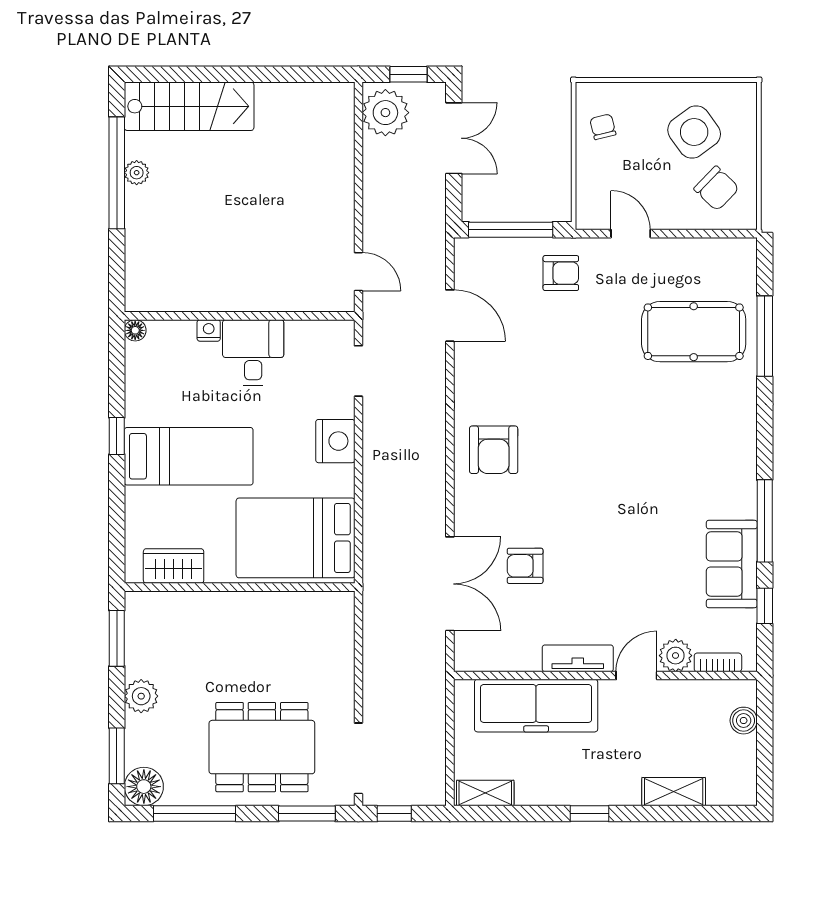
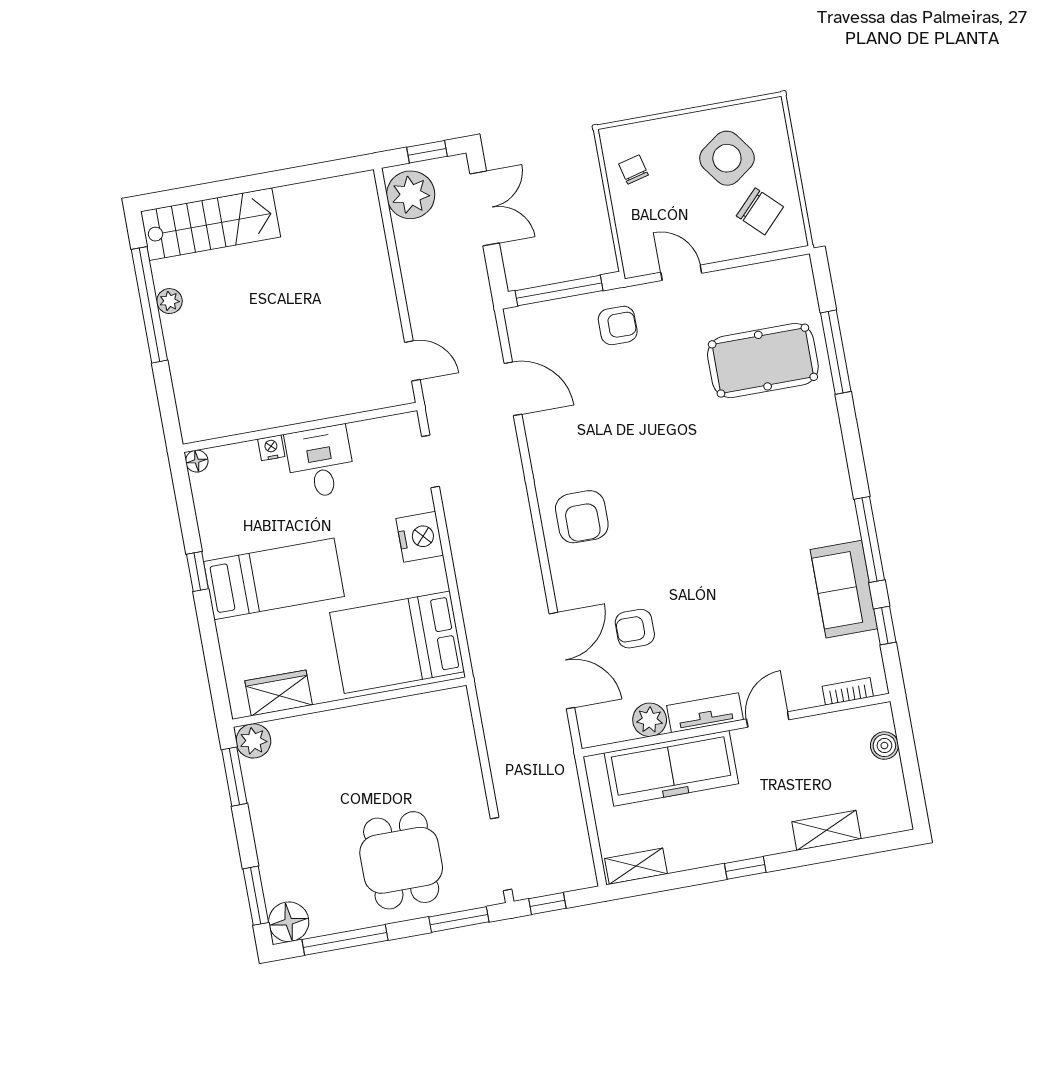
plant: (676, 656) -> (650, 720), moved
plant: (141, 696) -> (253, 741), moved
dining table: (262, 747) -> (401, 860), width x0.73

